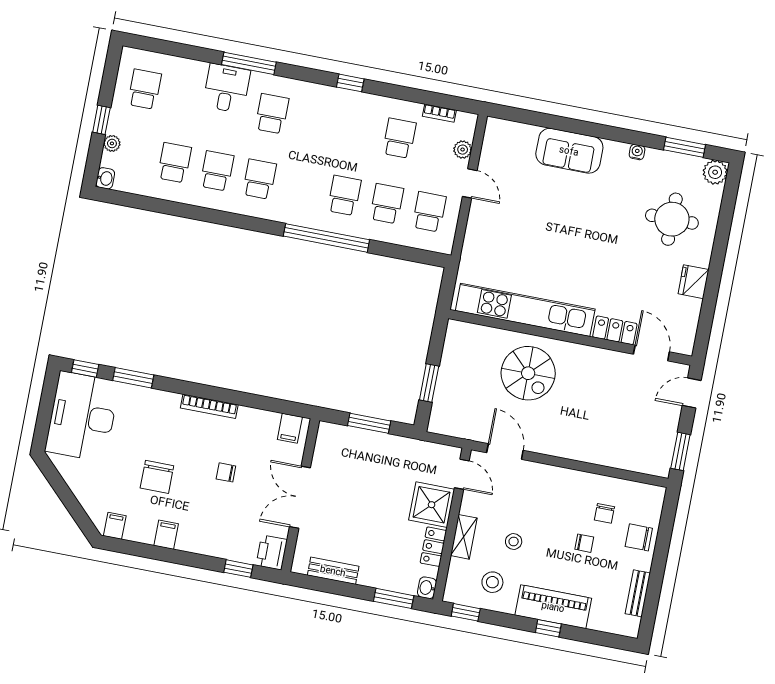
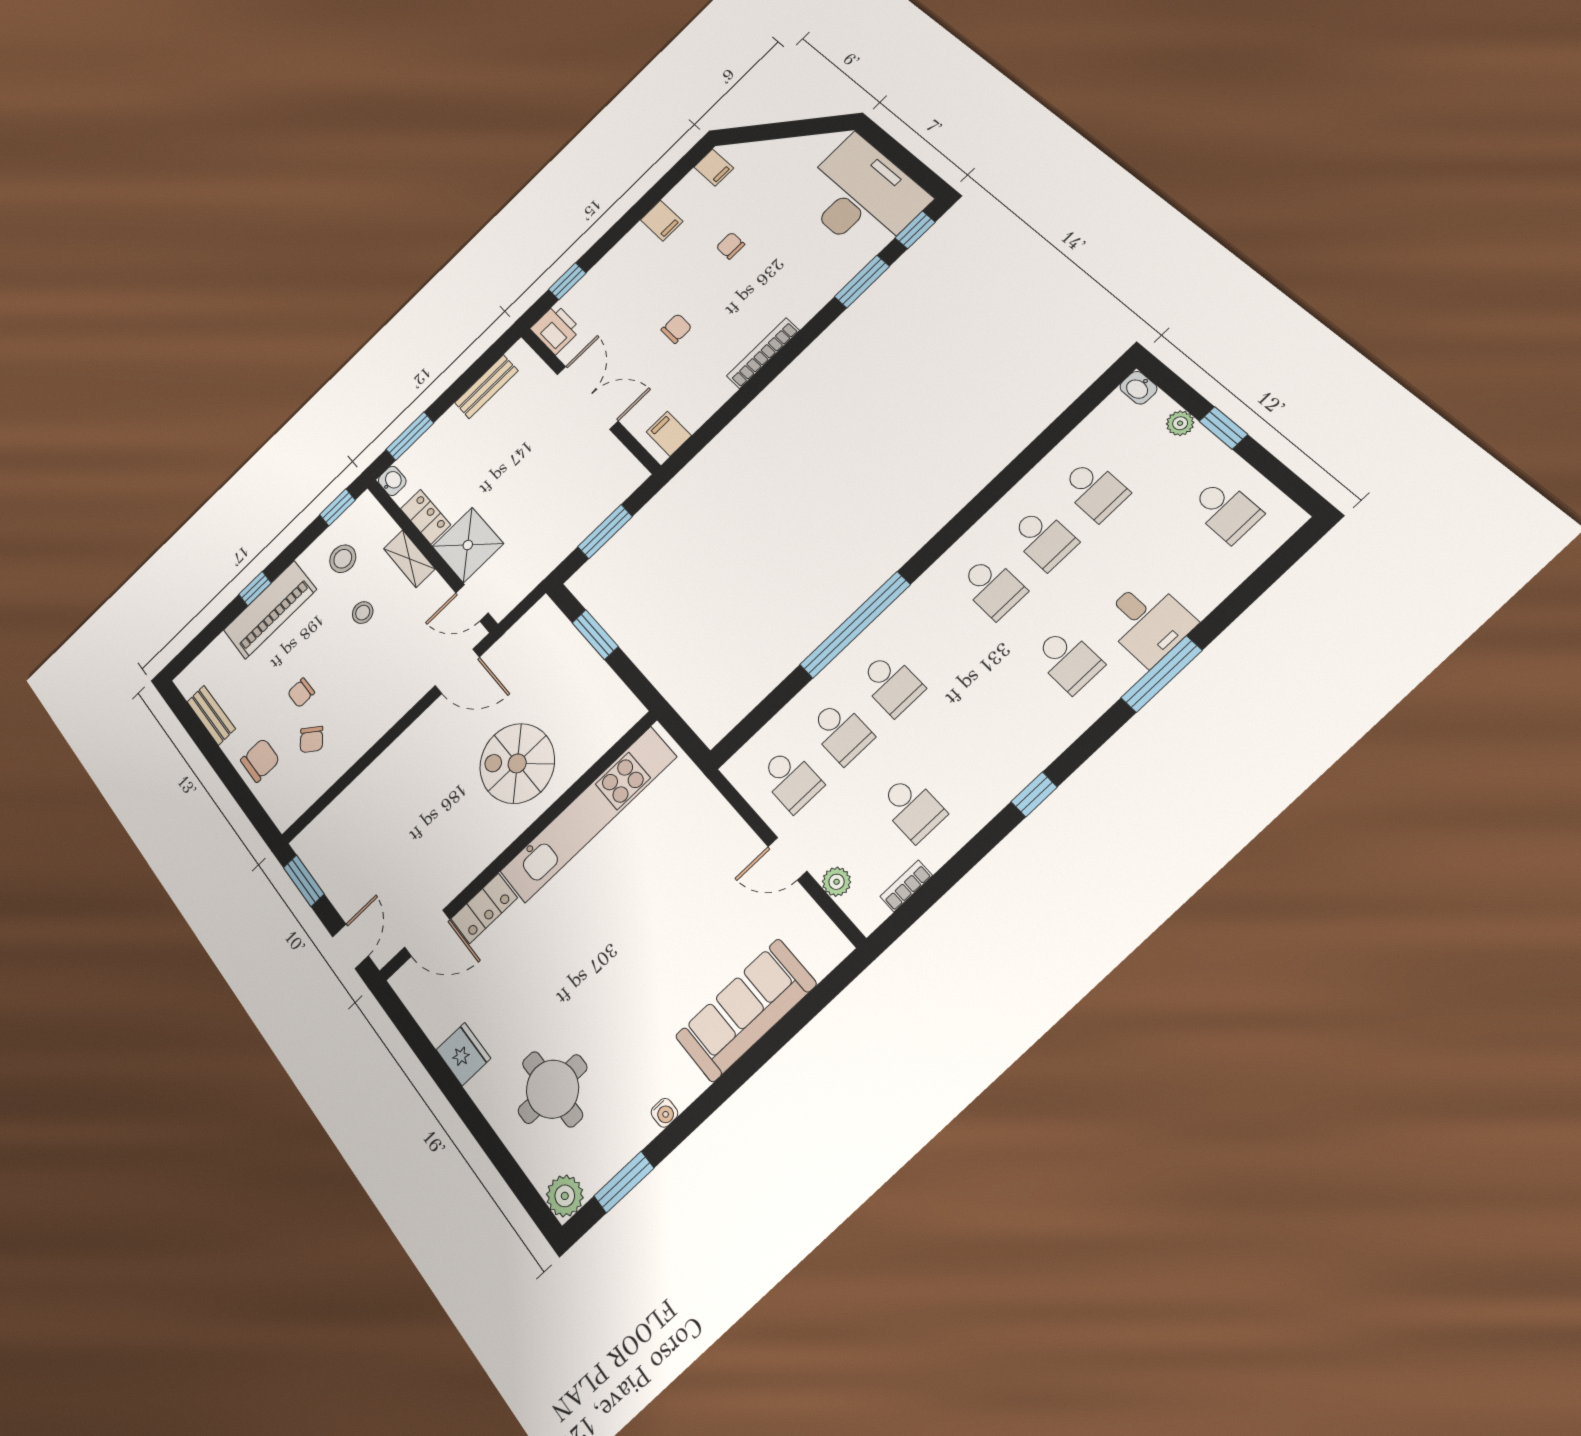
sofa: (569, 151) -> (746, 1010), width x1.36
chair: (157, 477) -> (730, 246), width x0.54, depth x0.54
chair: (604, 513) -> (312, 739), turned -142

